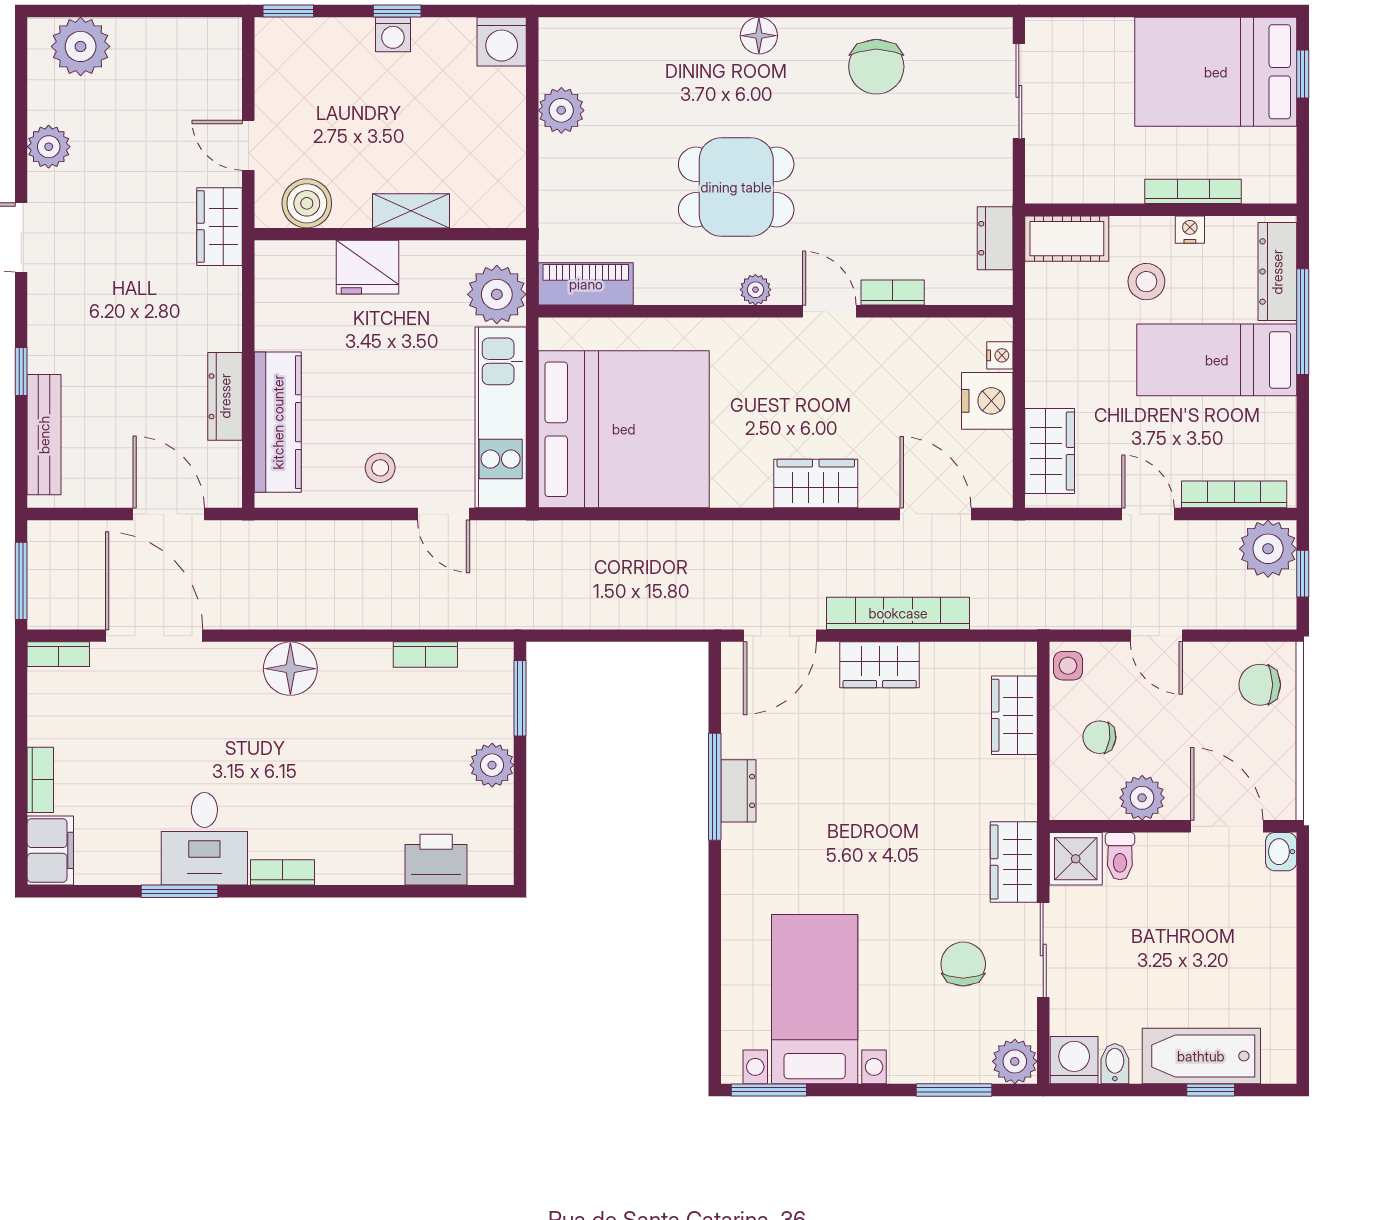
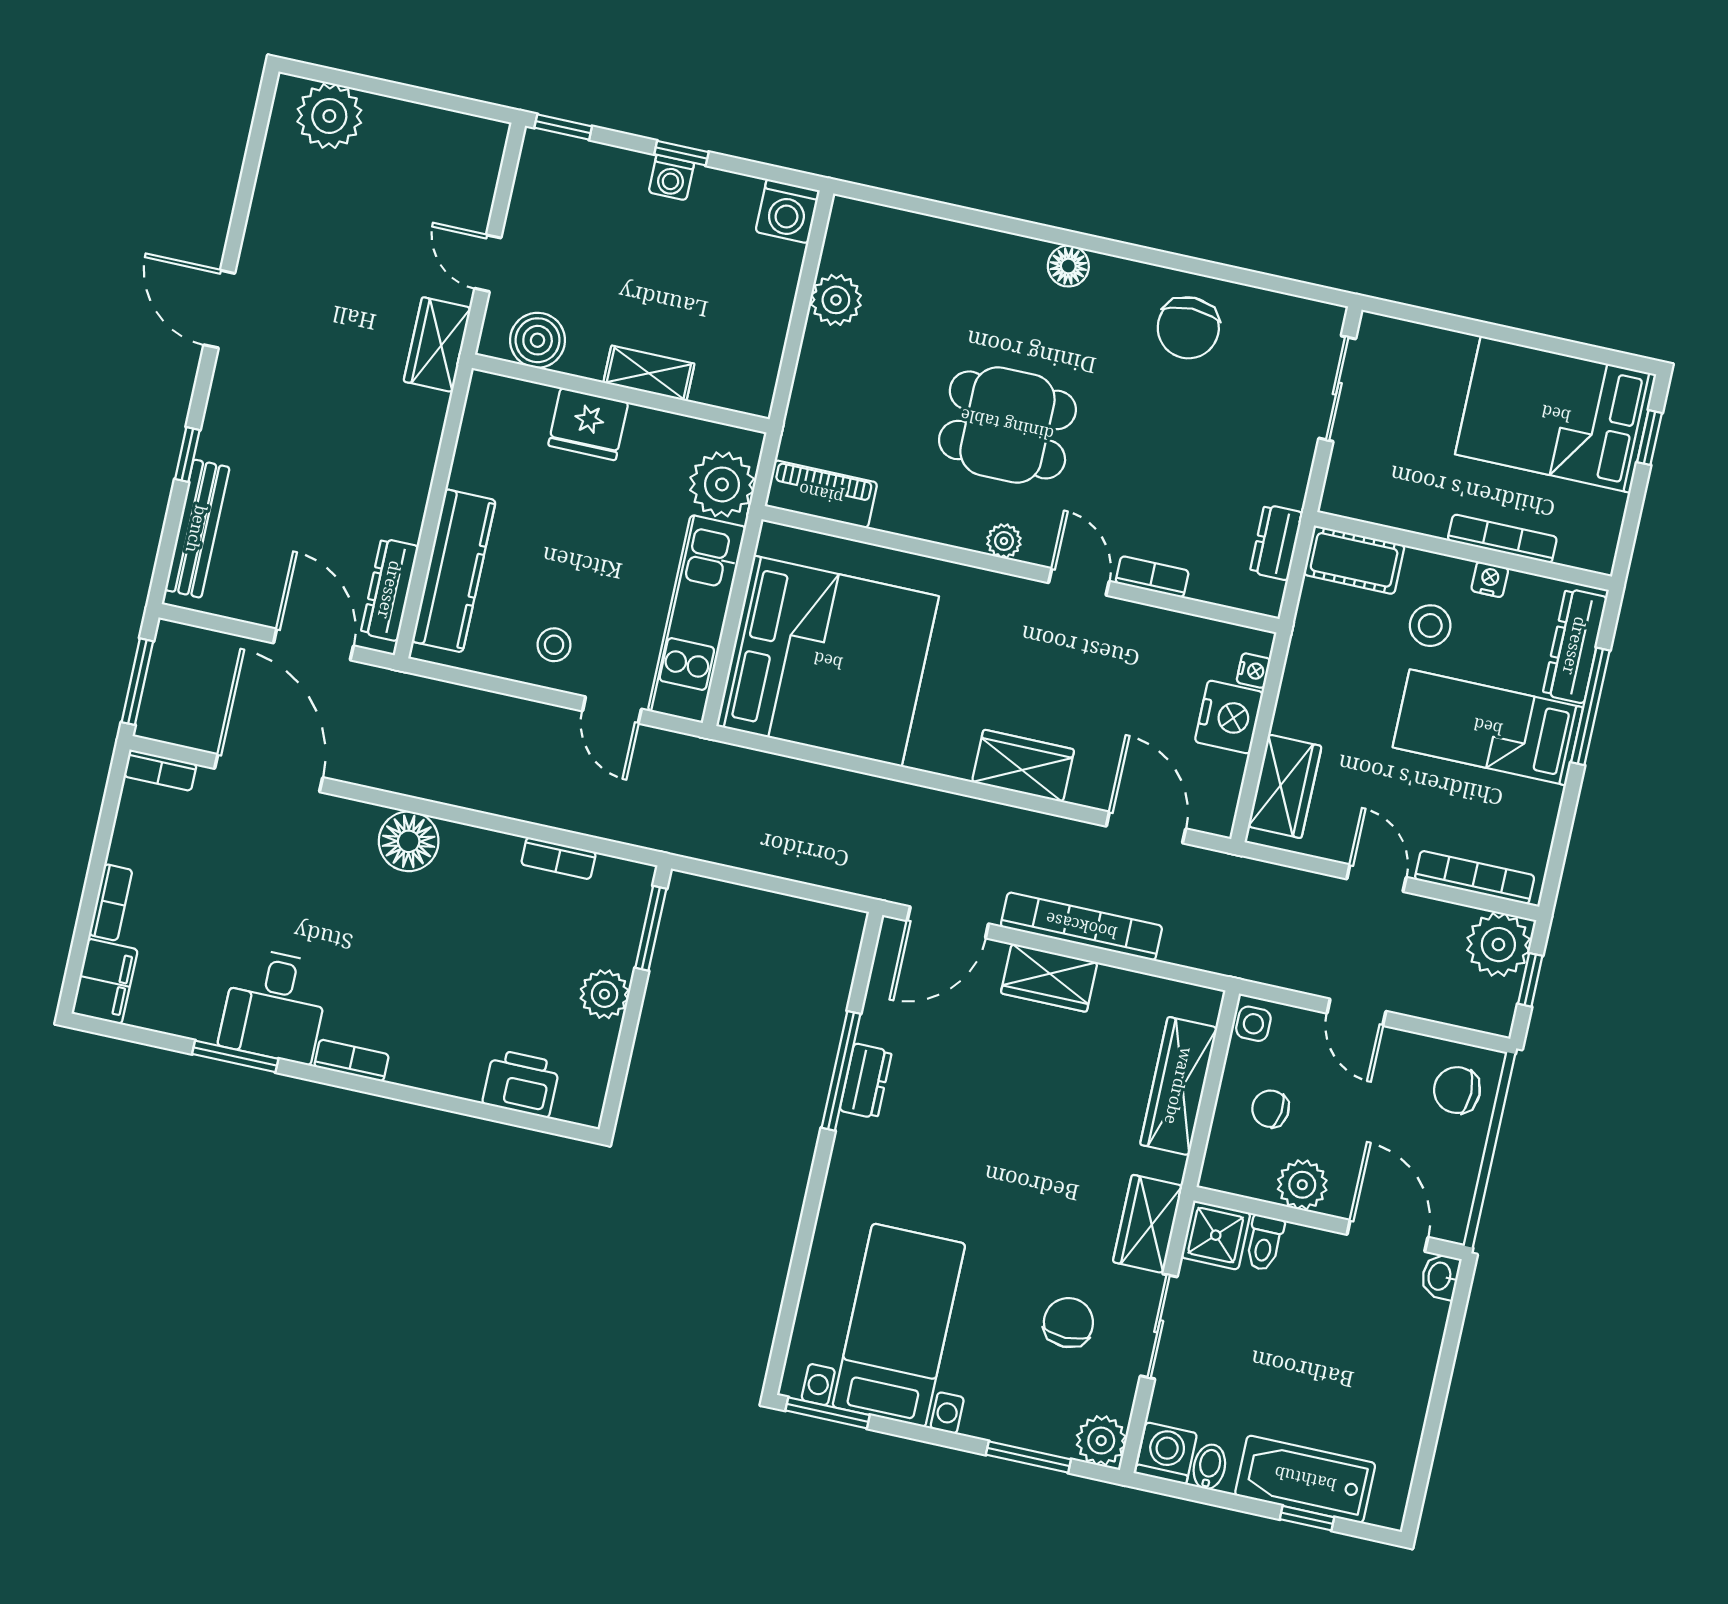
plant: (49, 147) -> (271, 217), removed
dresser: (225, 396) -> (390, 590), moved
wardrobe: (1014, 715) -> (1179, 1086), width x1.50

